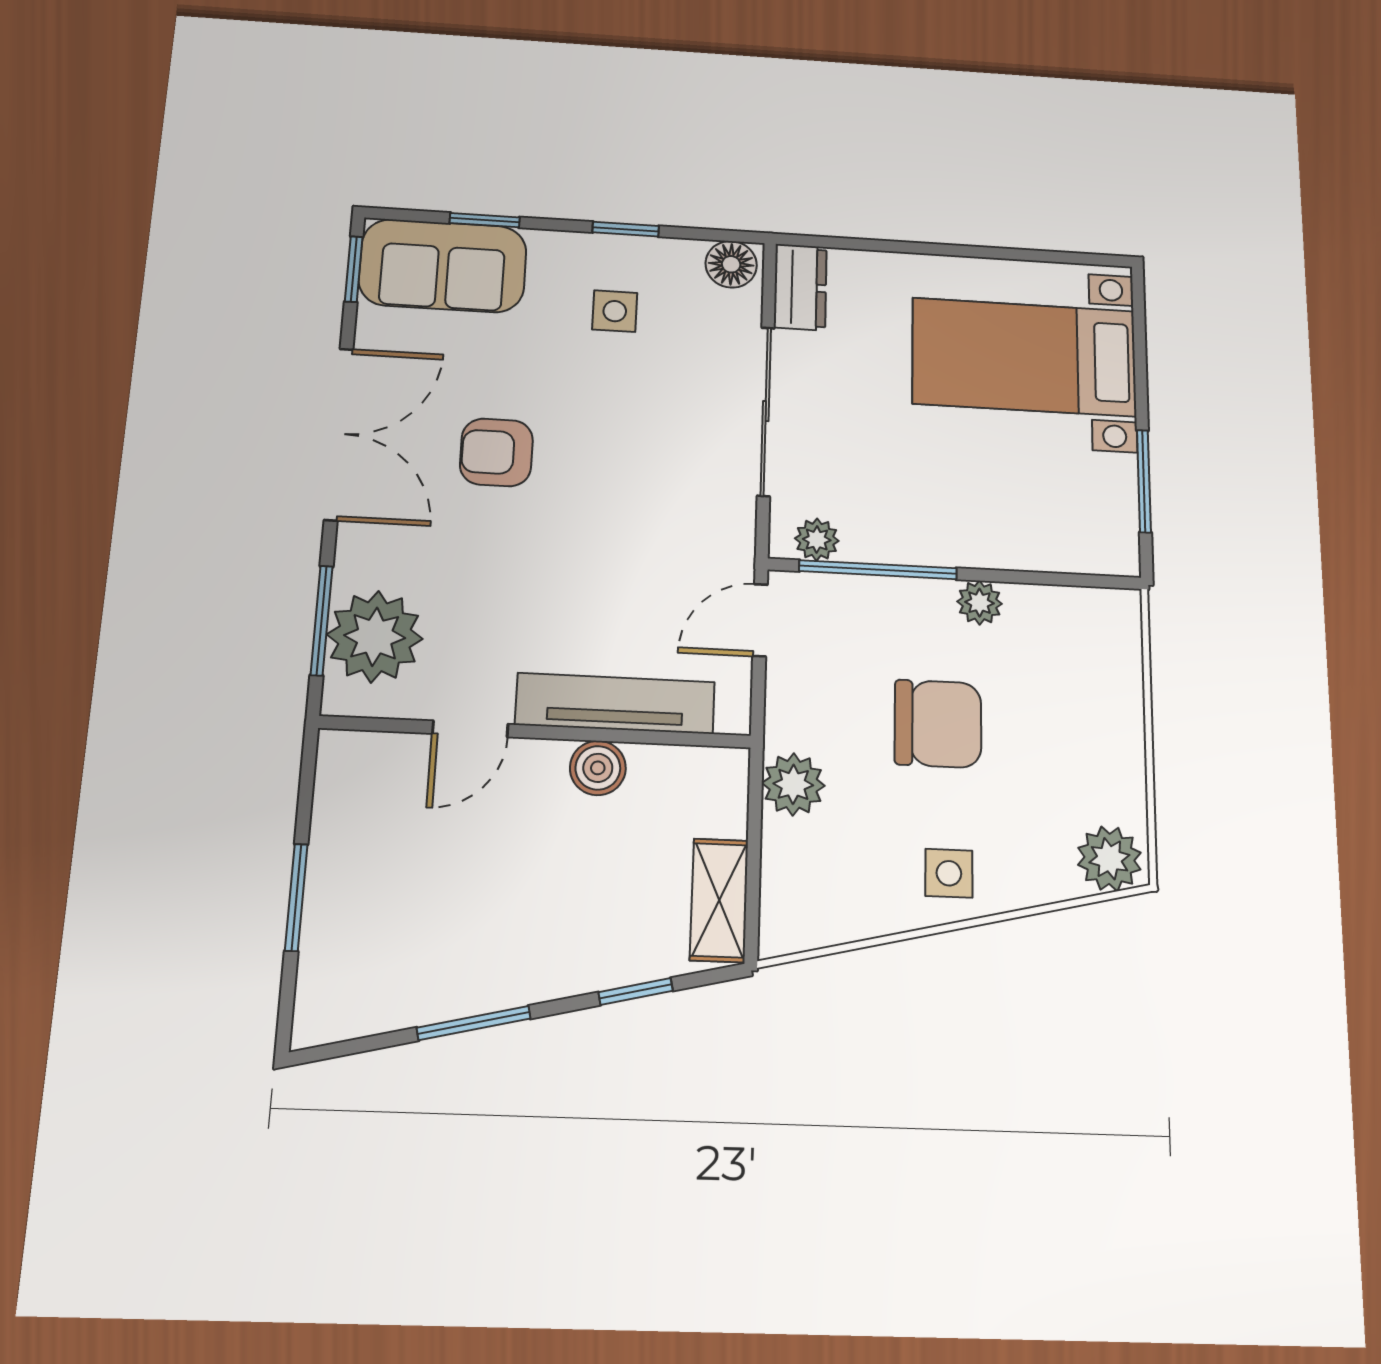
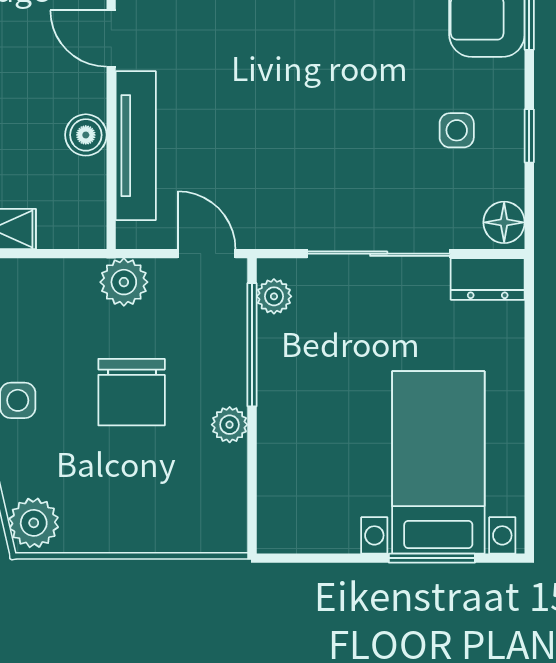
armchair: (496, 452) -> (331, 44), removed
window: (1144, 481) -> (432, 558), moved
plant: (793, 784) -> (124, 282), moved

